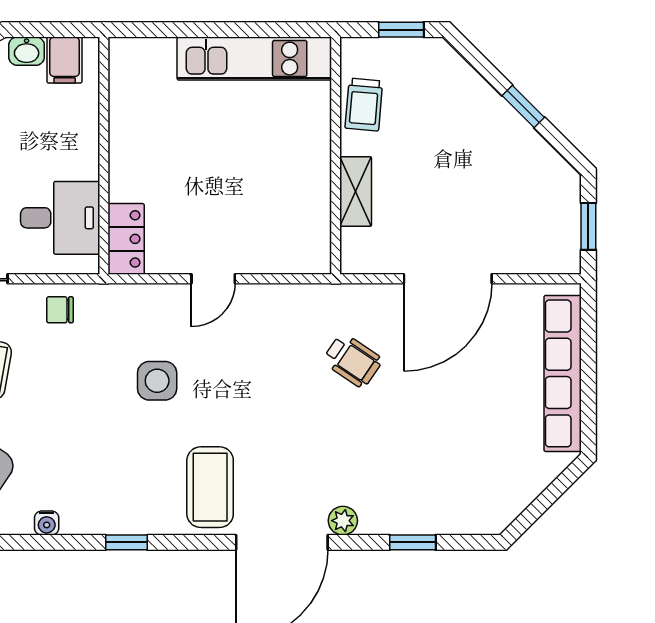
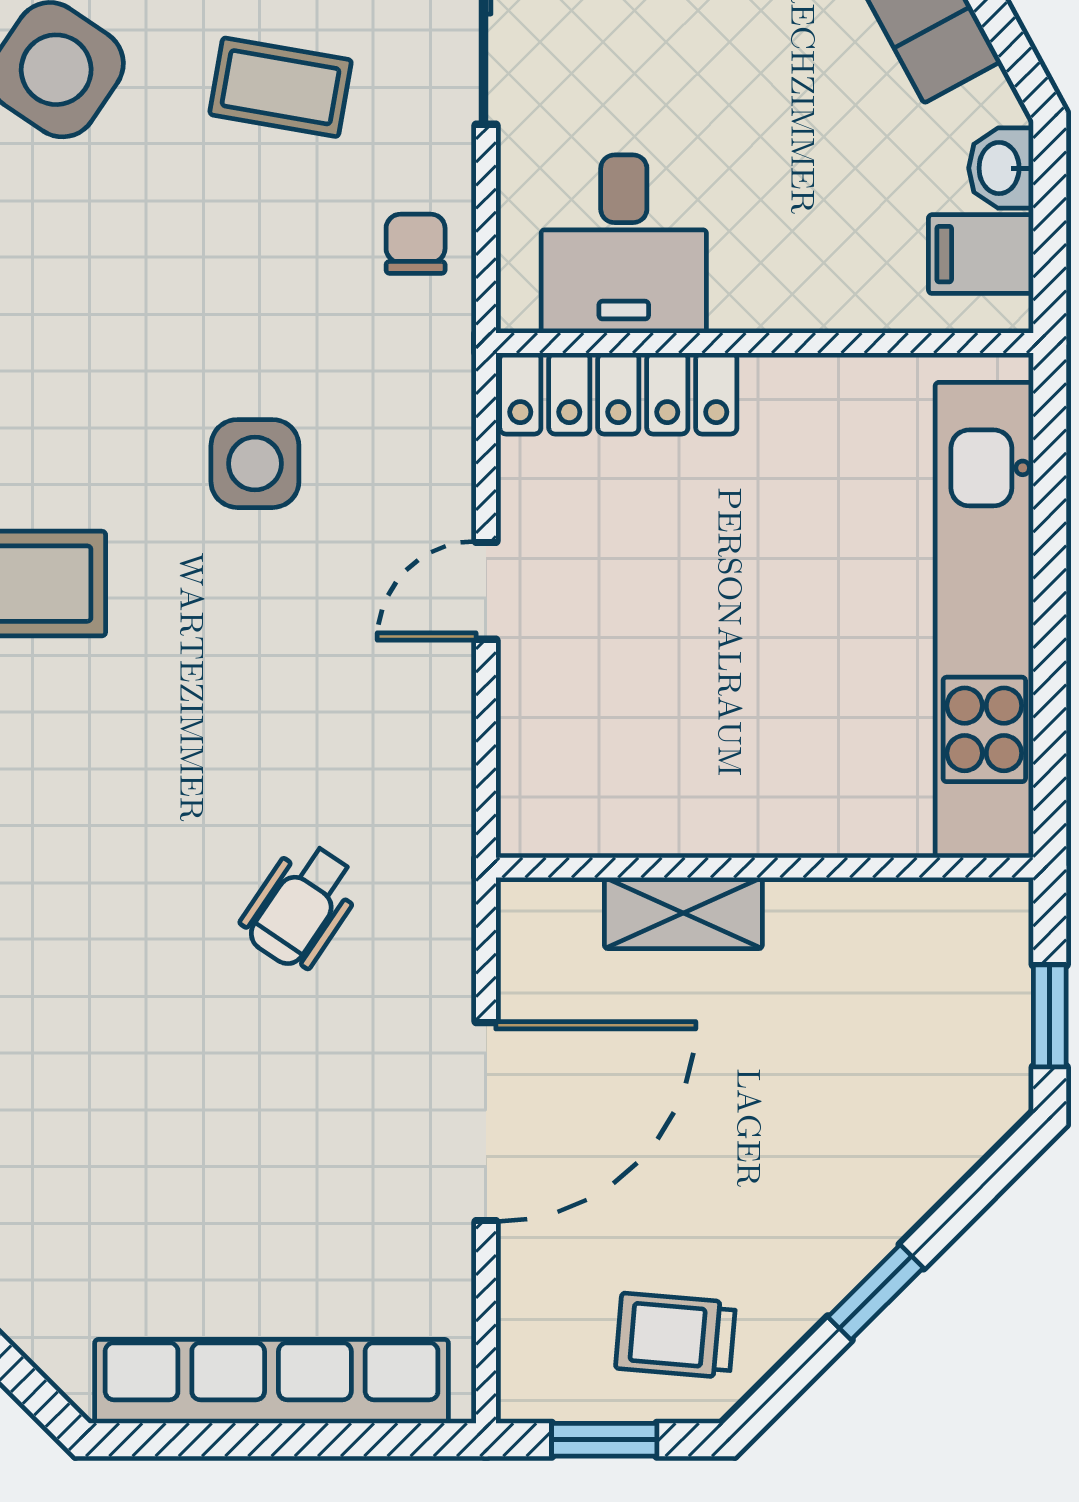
kitchen unit: (254, 59) -> (984, 620), width x1.36
trolley: (364, 105) -> (676, 1335), moved
locker: (126, 239) -> (618, 393), width x1.53
door: (213, 279) -> (486, 591), hinge flipped
door: (448, 279) -> (486, 1122), swing flipped

